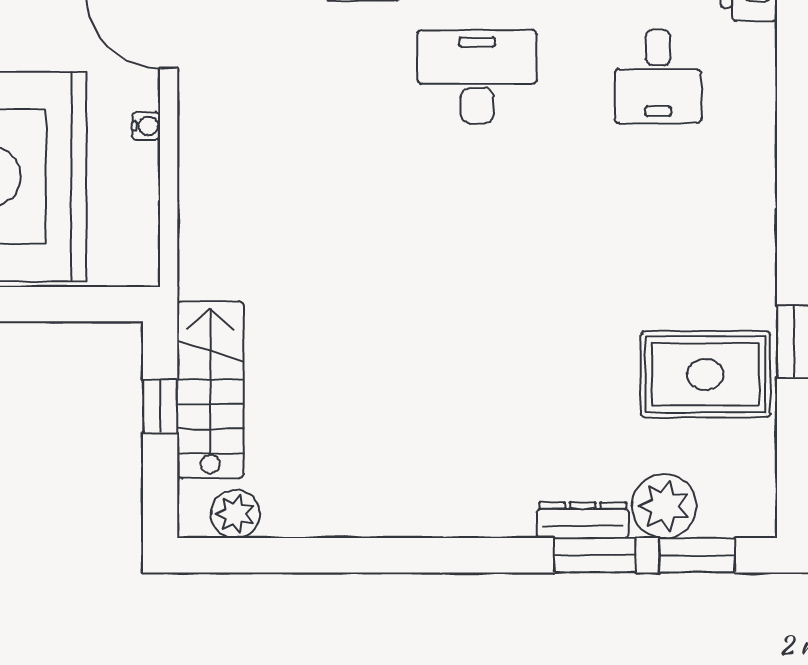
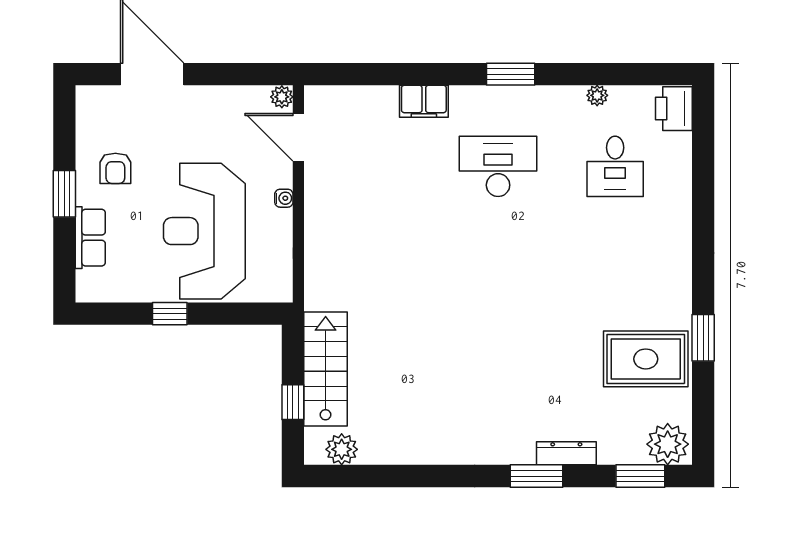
window: (160, 406) -> (293, 402), moved
plant: (664, 506) -> (668, 444), moved
window: (595, 555) -> (537, 476), moved

